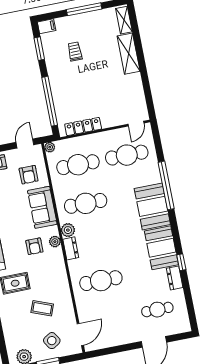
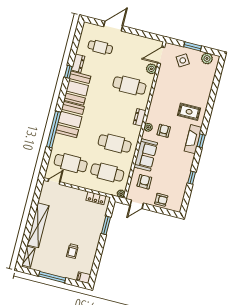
window: (39, 49) -> (96, 265), removed
shelving: (129, 54) -> (38, 225), width x1.47
window: (50, 101) -> (106, 225), width x0.47
locker: (83, 127) -> (96, 198), width x0.66
plant: (68, 230) -> (151, 69), moved
coffee table: (42, 308) -> (179, 86), removed

